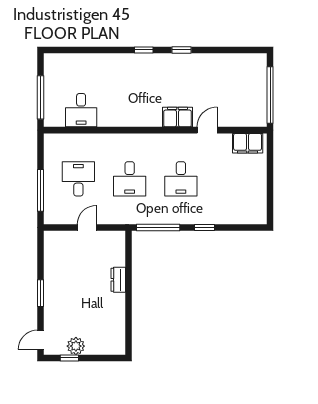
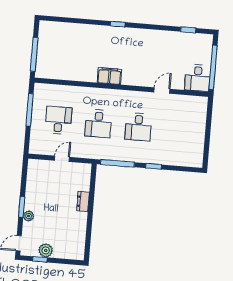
window: (181, 50) -> (188, 30), moved
desk: (81, 110) -> (198, 78), moved
filing cabinet: (177, 117) -> (109, 76), moved
filing cabinet: (248, 143) -> (192, 103), removed
window: (41, 190) -> (30, 110), moved
plant: (50, 304) -> (29, 216), added

